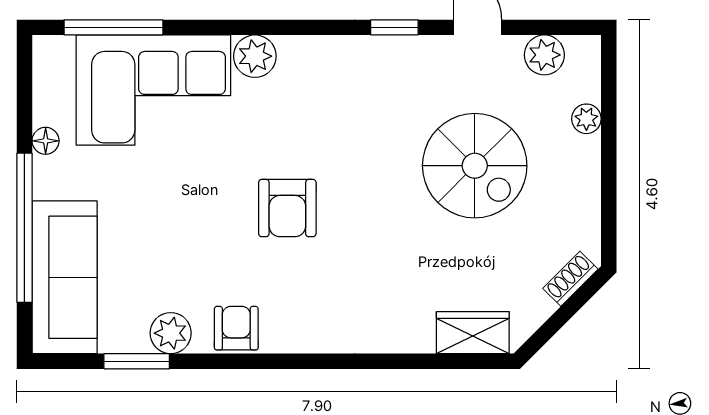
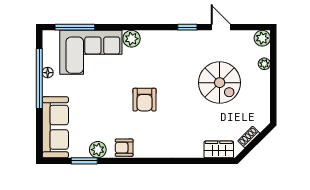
plant: (544, 55) -> (262, 38), moved
window: (24, 228) -> (39, 78), moved
shoe rack: (570, 279) -> (249, 137), moved
armchair: (236, 328) -> (124, 148), turned -90

